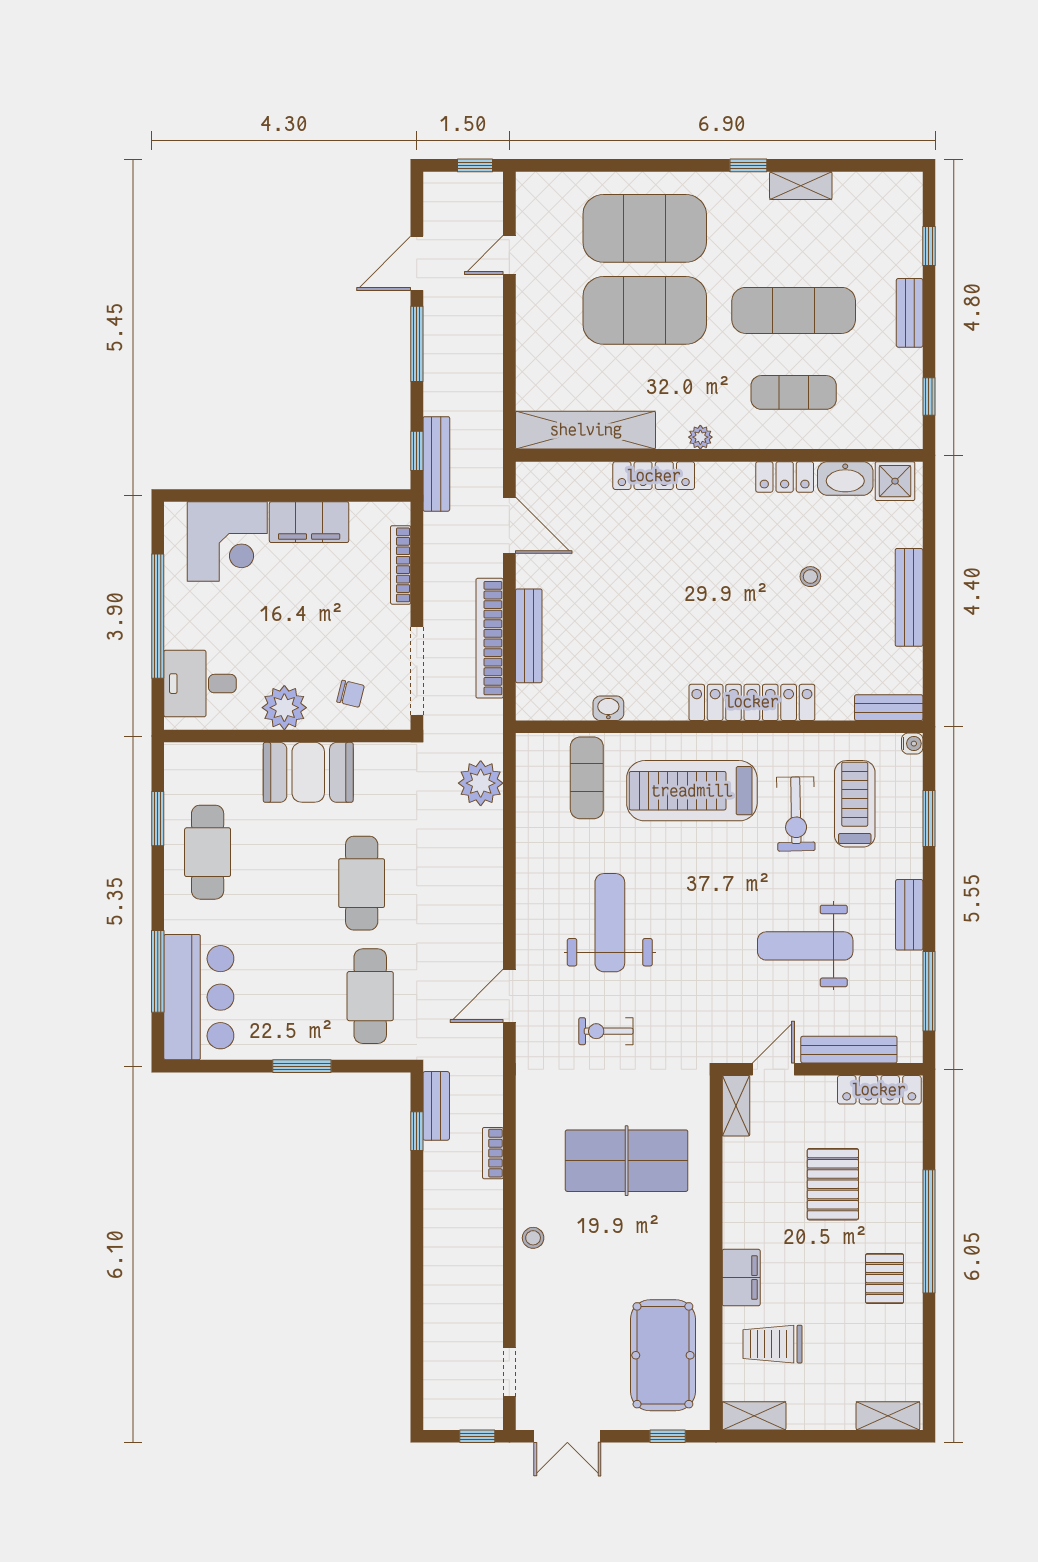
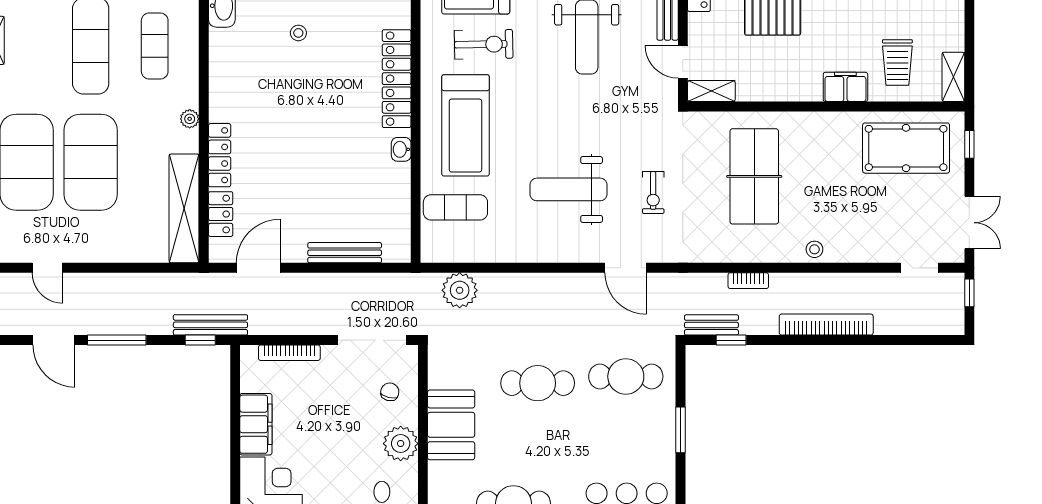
locker: (785, 477) -> (221, 214), moved
bookcase: (490, 638) -> (826, 325), moved, turned 180
washbasin: (608, 708) -> (401, 149), moved

